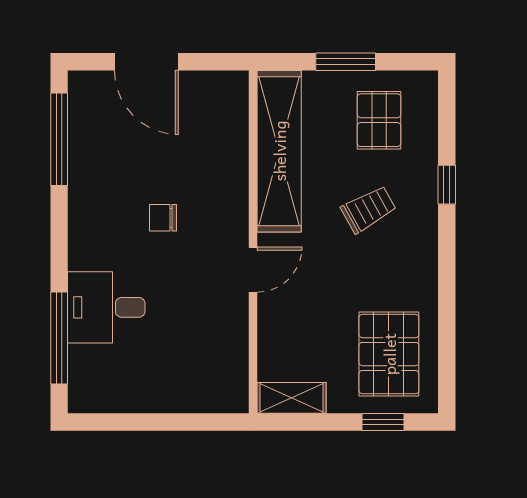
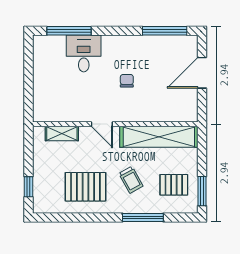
window: (346, 62) -> (202, 191), moved
window: (447, 185) -> (143, 217), width x2.17
pallet: (389, 354) -> (85, 187), moved
shelving: (292, 398) -> (62, 134), moved, turned 90

